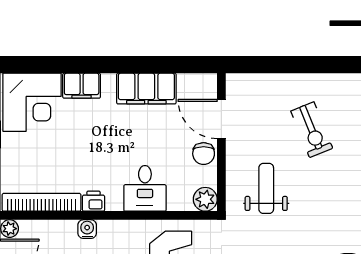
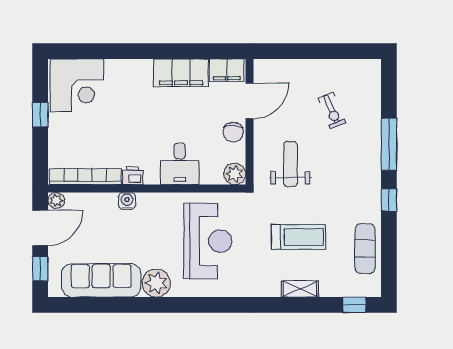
filing cabinet: (82, 86) -> (227, 70), moved
door: (221, 119) -> (249, 101), swing flipped
exercise bike: (312, 130) -> (332, 110), width x0.73, depth x0.72

